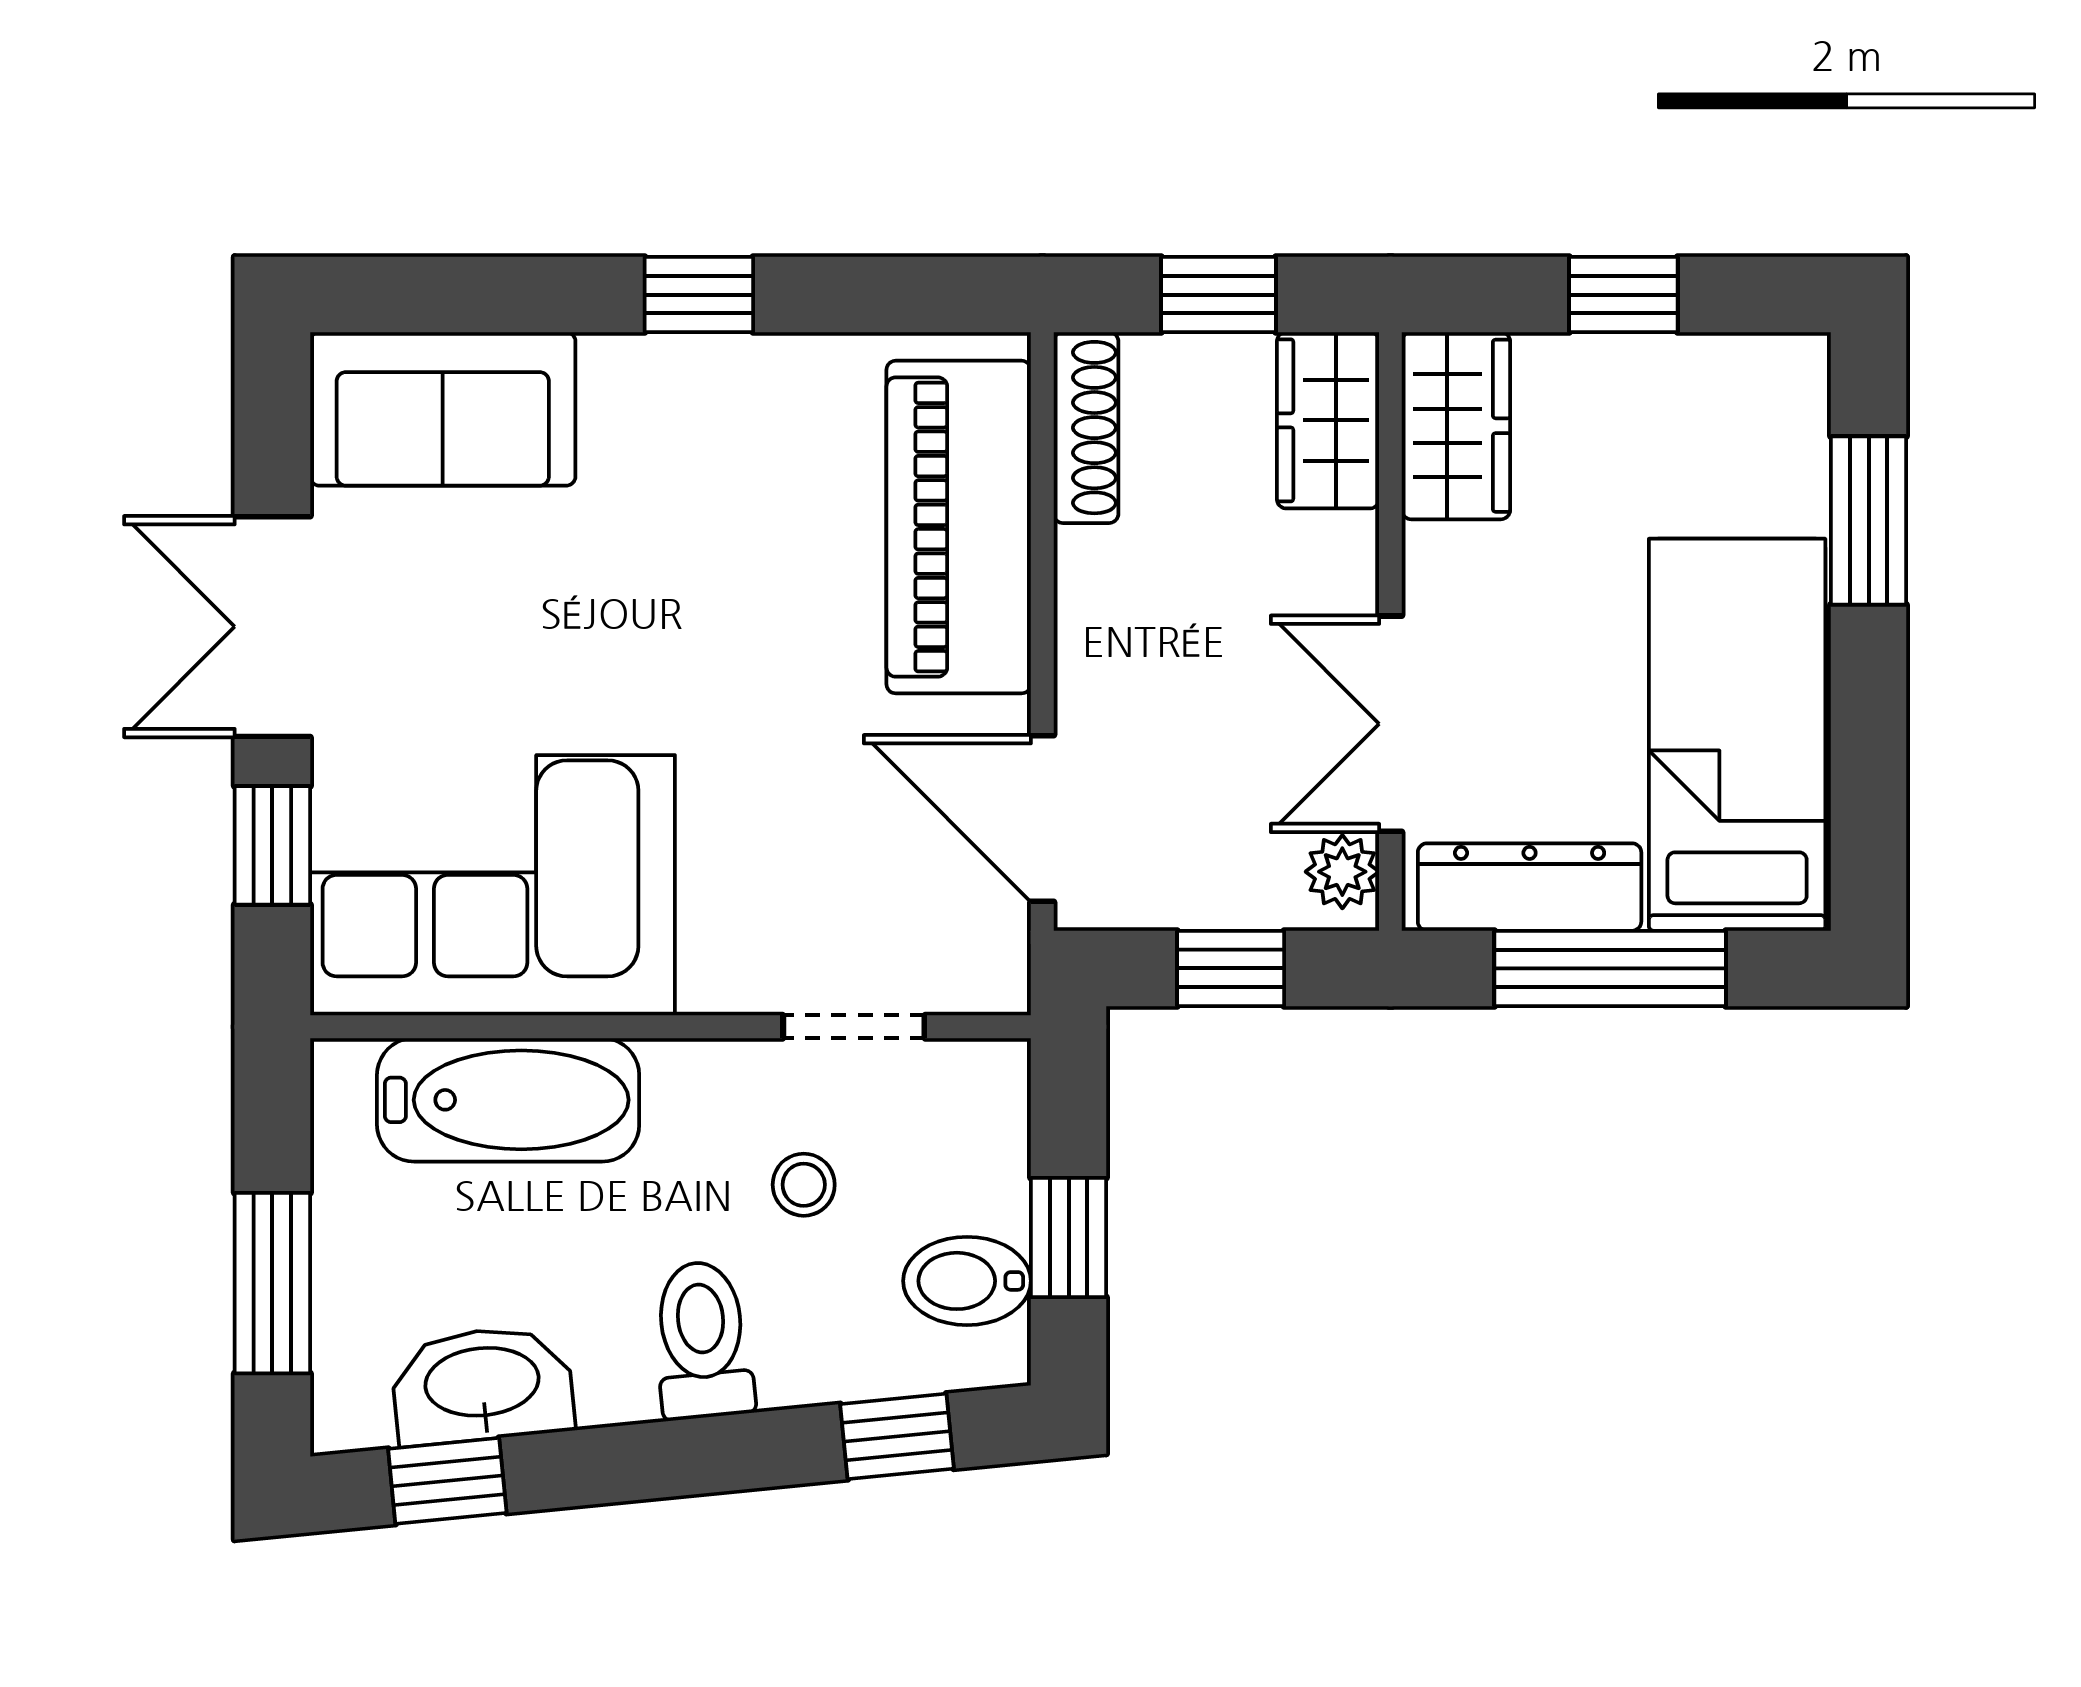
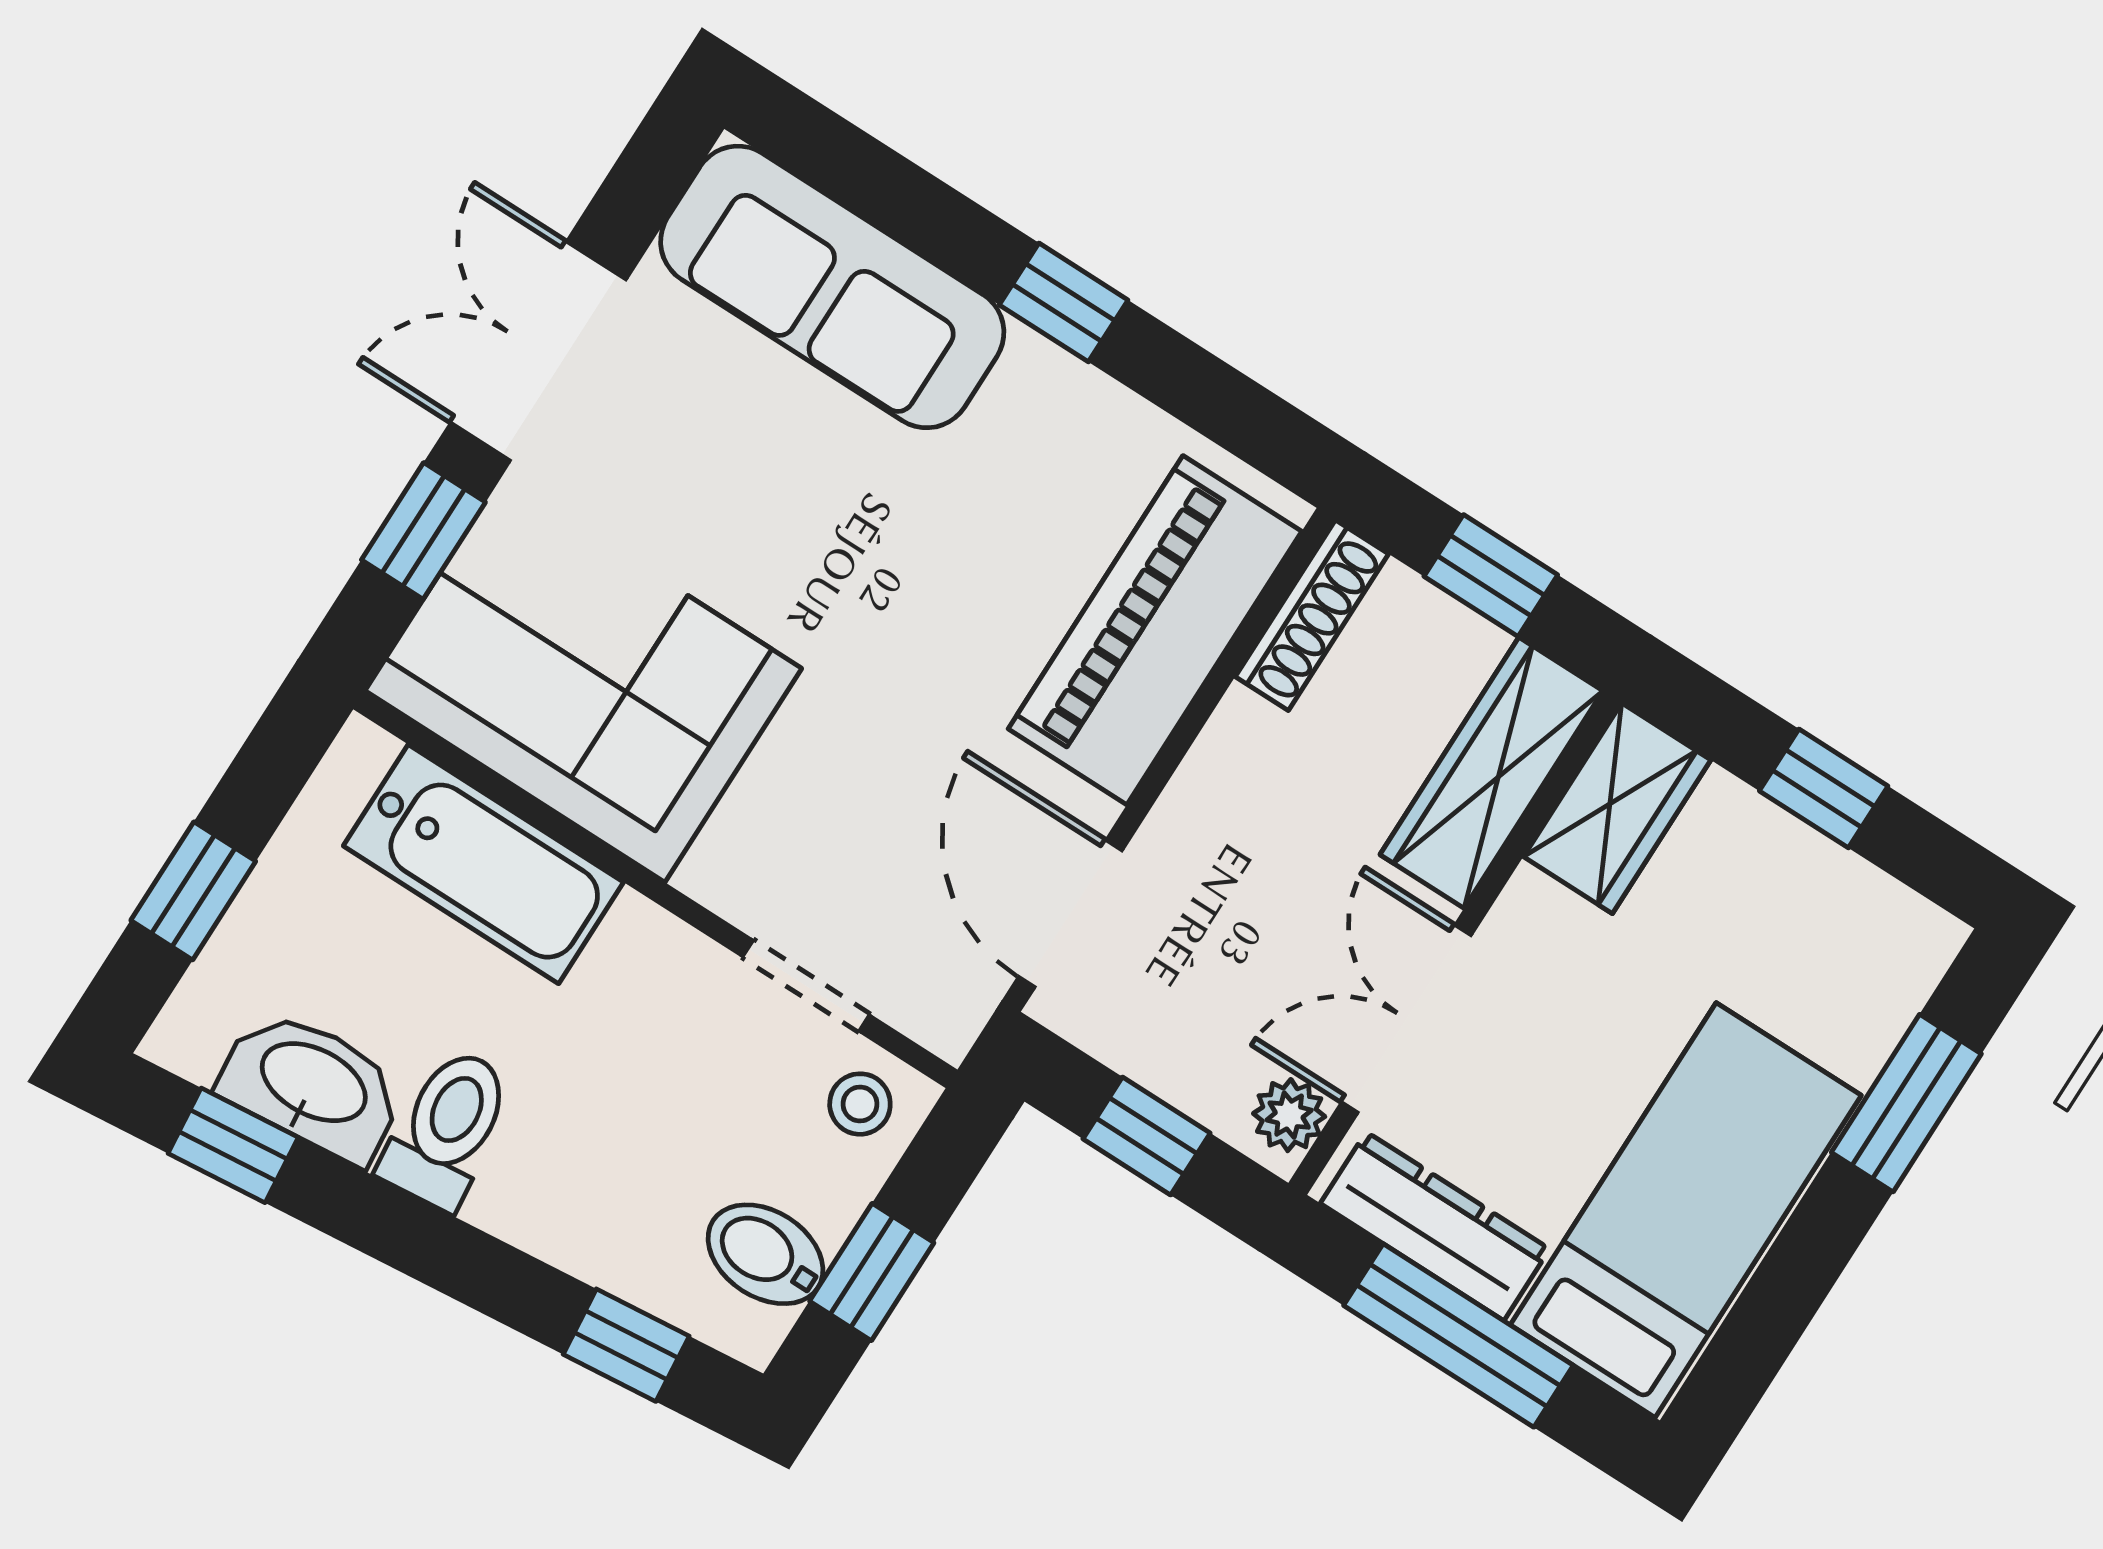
sofa: (443, 409) -> (832, 287), width x1.36
wardrobe: (1328, 420) -> (1492, 773), width x1.50
stool: (804, 1185) -> (860, 1104), moved
window: (272, 1283) -> (193, 891), width x0.67
toilet: (703, 1340) -> (447, 1128), moved

